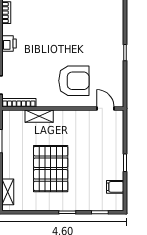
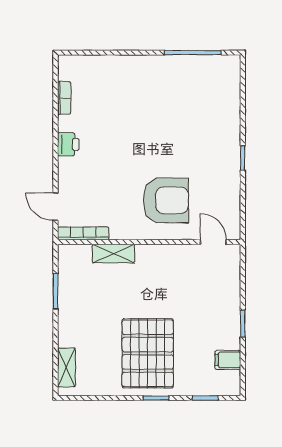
pallet: (51, 169) -> (148, 353), moved

